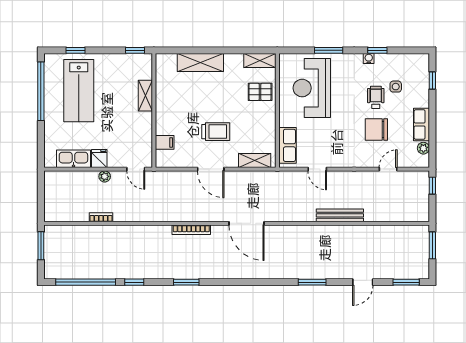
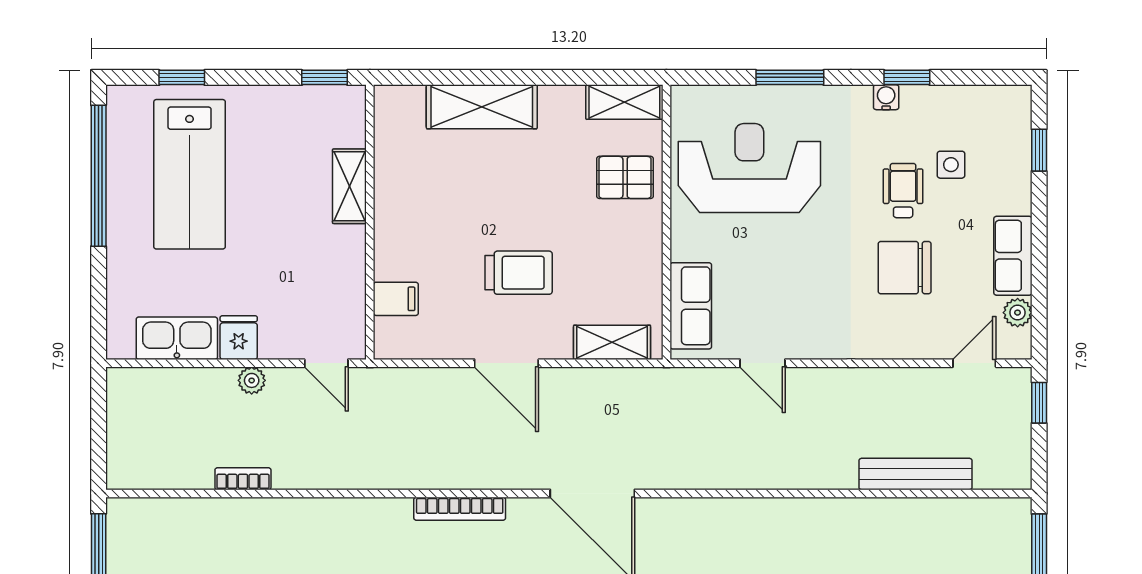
reception desk: (312, 88) -> (749, 168), turned 90
door: (388, 169) -> (974, 363), moved
bench: (340, 215) -> (915, 474), moved

